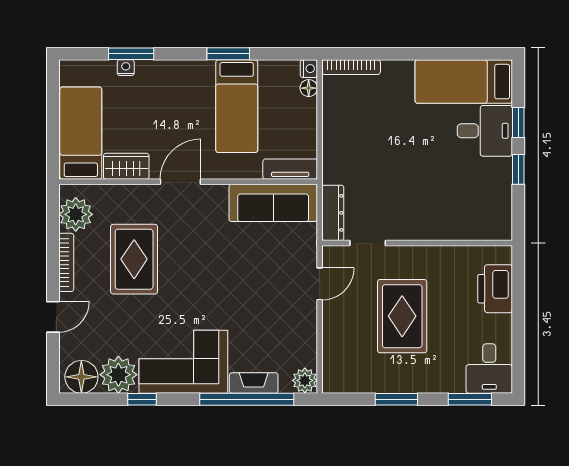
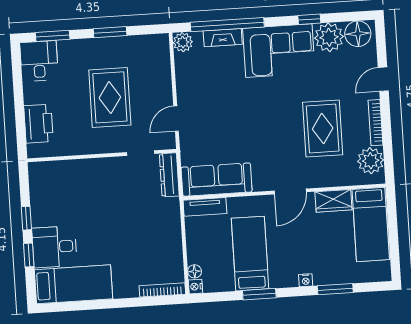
nightstand: (126, 68) -> (306, 280), moved

